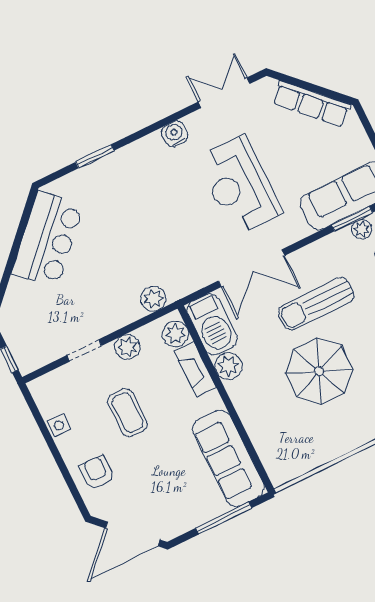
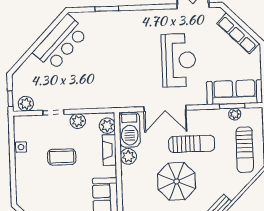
water cooler: (175, 134) -> (156, 16), removed
reception desk: (239, 185) -> (179, 60), turned 180
plant: (153, 299) -> (26, 104), moved
sun lounger: (316, 304) -> (192, 144), turned 180
coffee table: (128, 413) -> (62, 157), turned 90
armchair: (97, 473) -> (30, 182), removed

